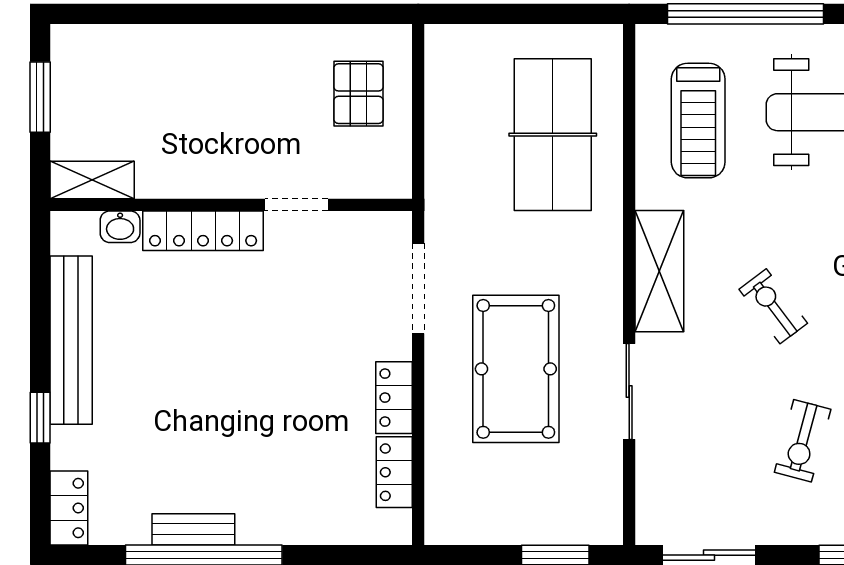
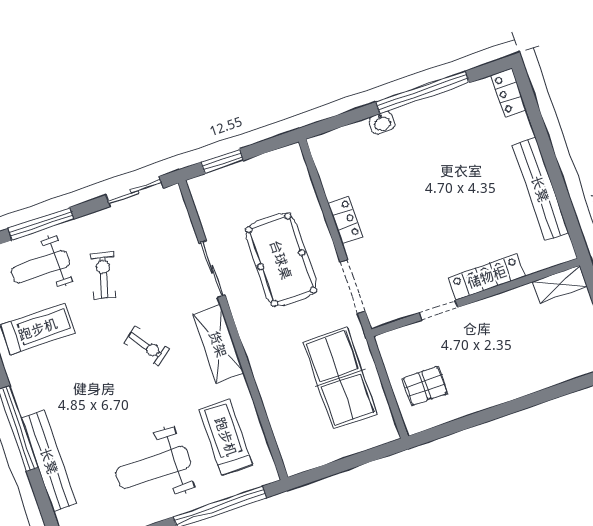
pallet: (359, 94) -> (425, 386), turned 90
table tennis table: (553, 135) -> (340, 378), moved
washbasin: (120, 227) -> (382, 123), moved, turned 180
window: (40, 418) -> (543, 139), removed
locker: (394, 472) -> (330, 177), removed
bench: (193, 529) -> (433, 105), removed

